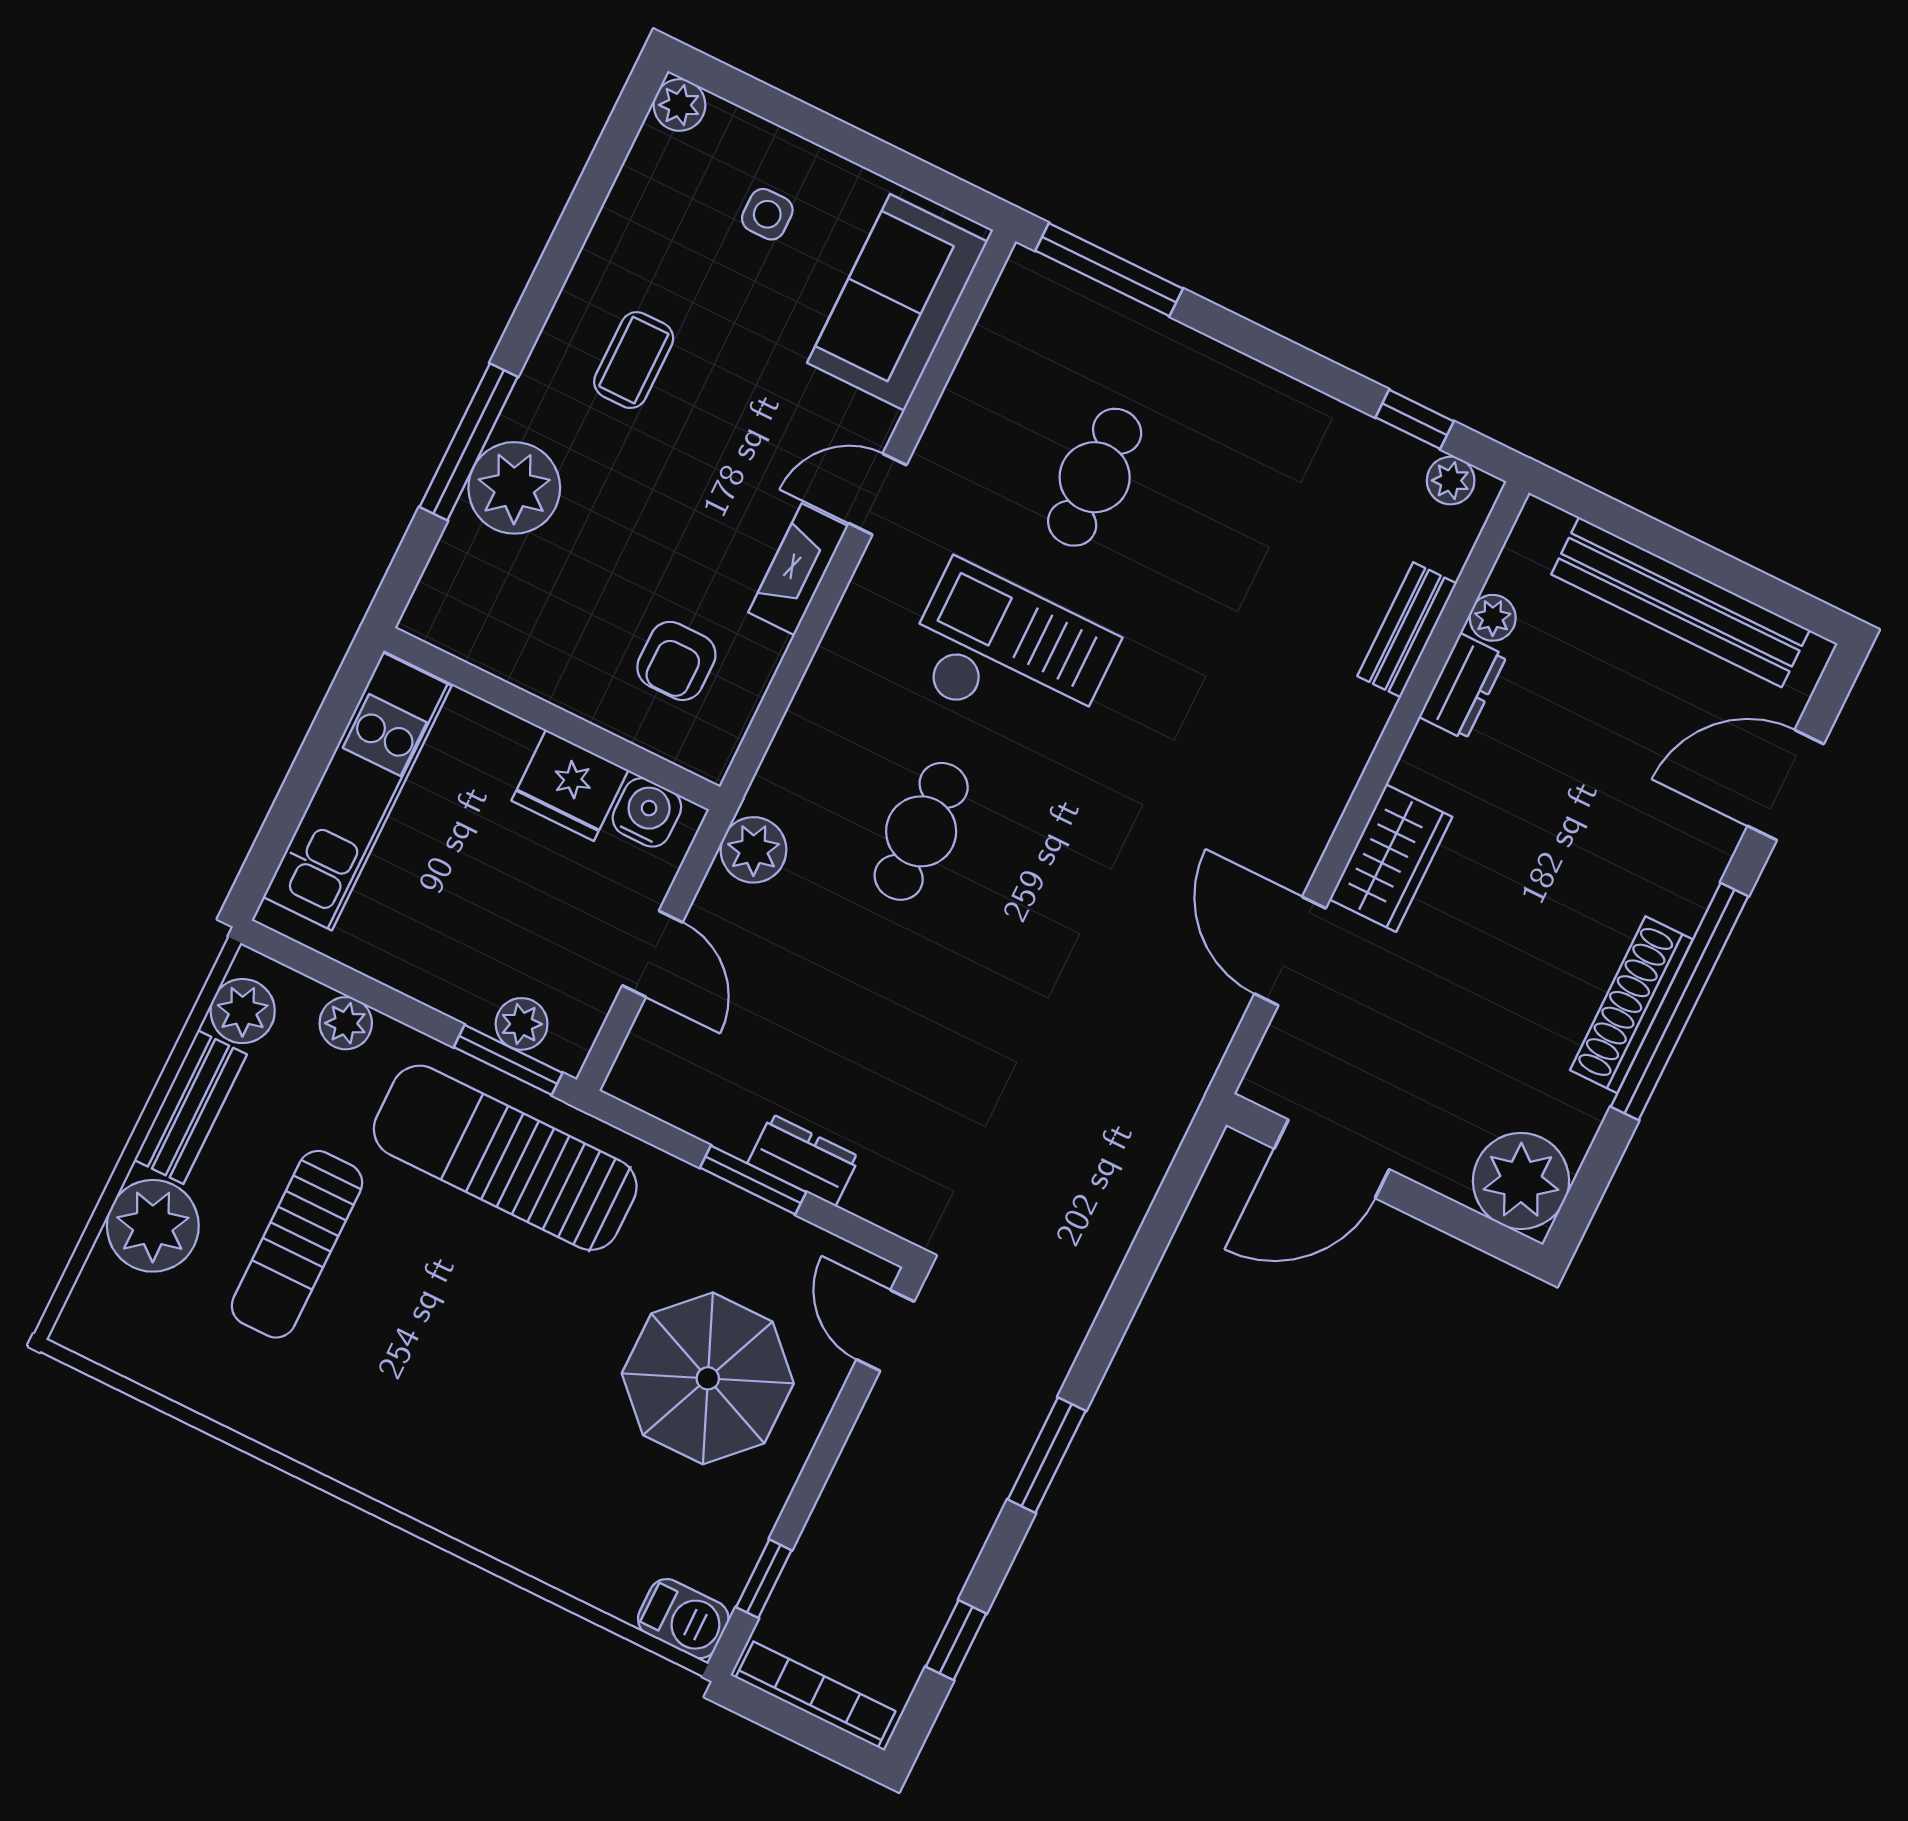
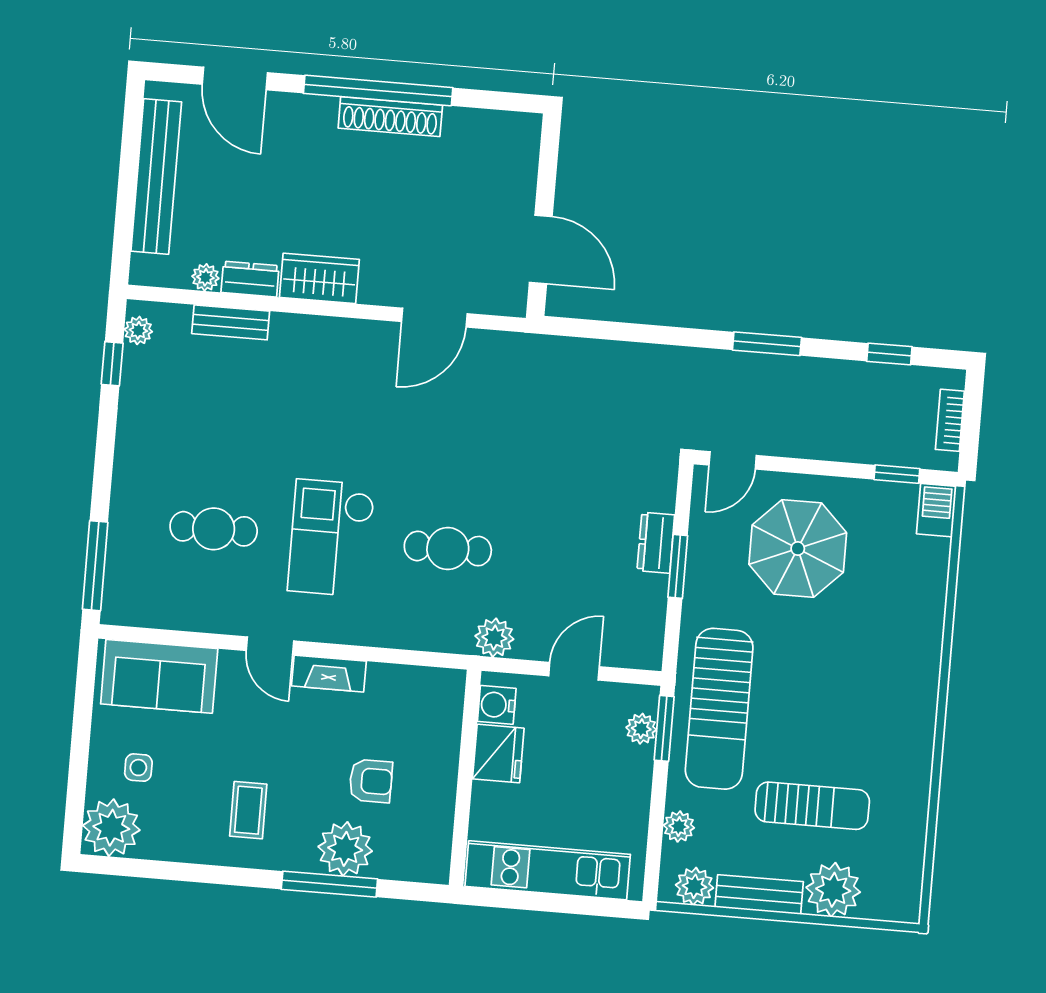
plant: (679, 105) -> (111, 828), width x1.87, depth x1.87
coffee table: (634, 360) -> (248, 810), turned 90
armchair: (676, 661) -> (371, 781), moved
wardrobe: (1391, 858) -> (319, 278), moved
plant: (1521, 1181) -> (512, 140), removed
bookcase: (816, 1694) -> (950, 420), width x0.64

